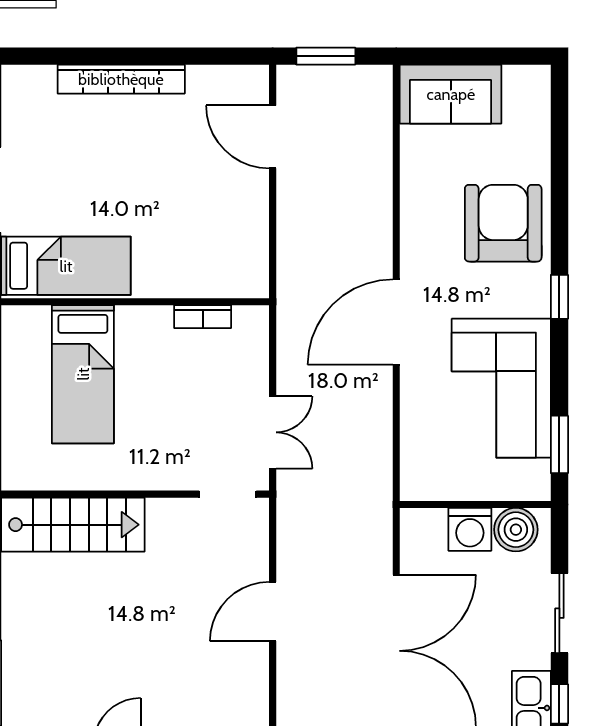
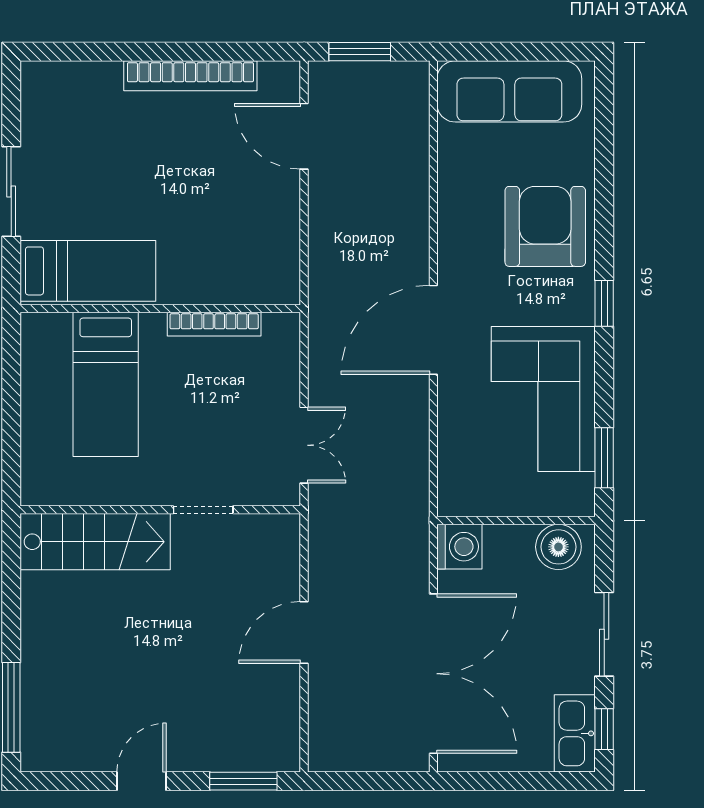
bookcase: (121, 79) -> (190, 76), moved
sofa: (451, 94) -> (509, 91), width x1.36
bookcase: (203, 317) -> (214, 324), width x1.56
doorway: (228, 494) -> (203, 510), moved
washing machine: (470, 529) -> (459, 547), moved, turned -90

